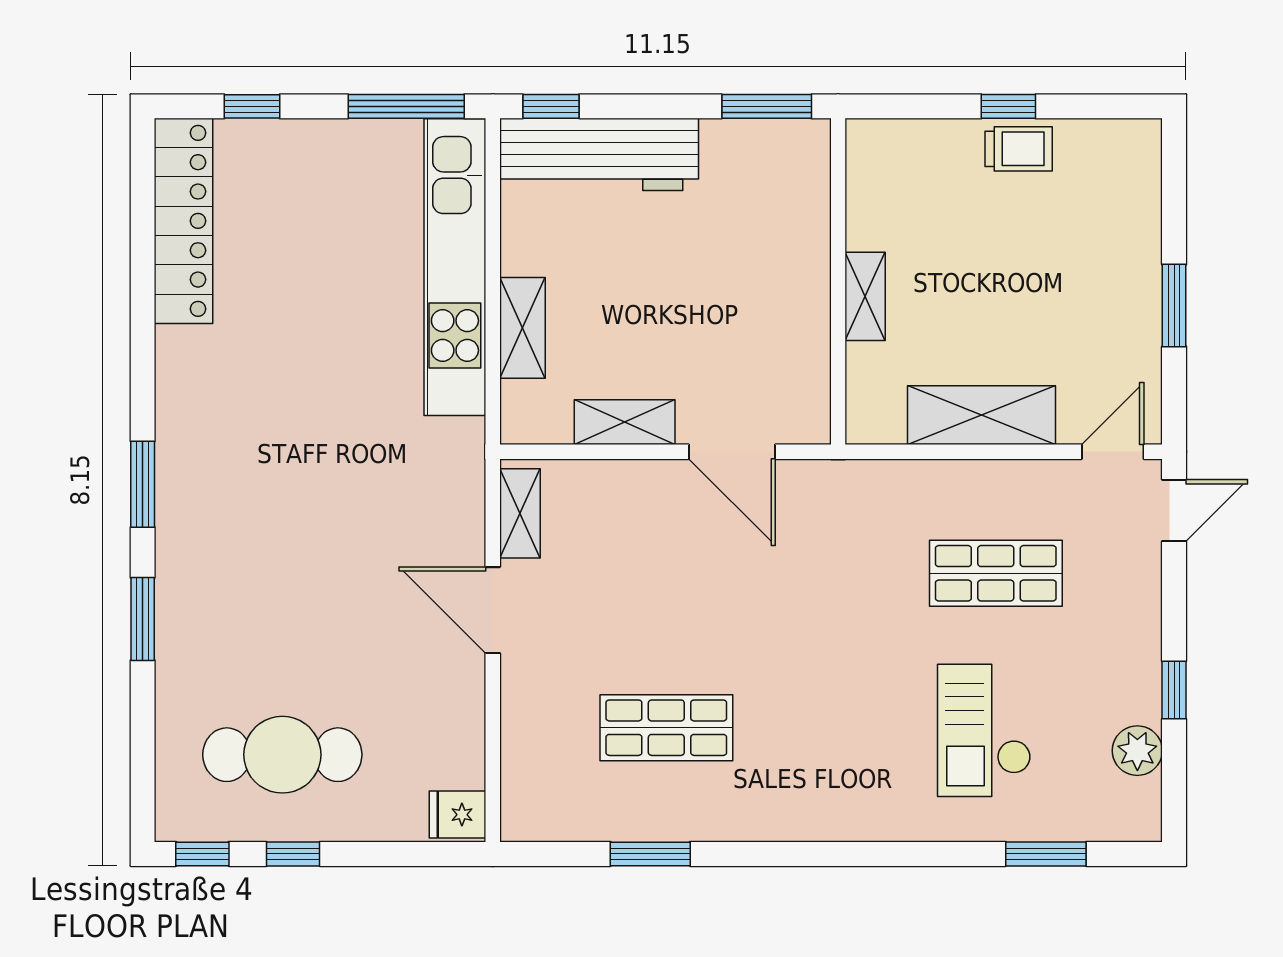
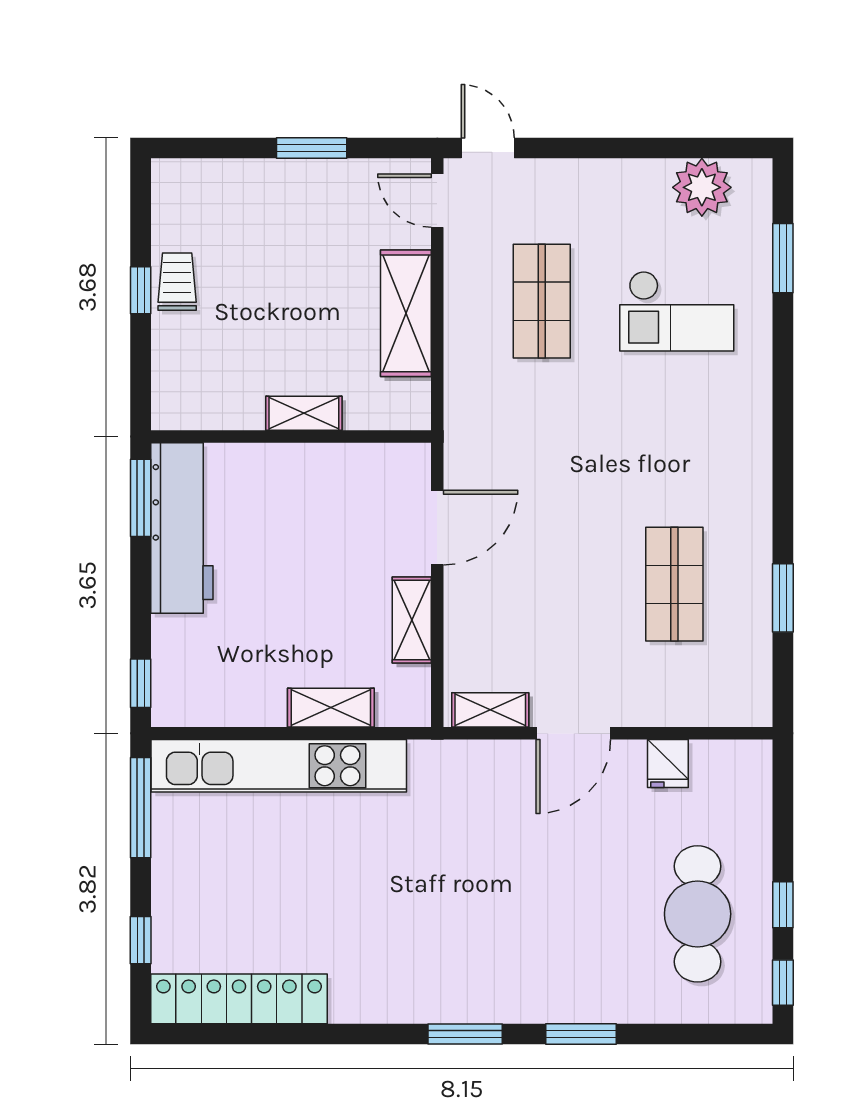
workbench: (599, 154) -> (182, 528), moved
window: (1174, 690) -> (642, 148), removed
plant: (1137, 751) -> (702, 187), width x1.36, depth x1.36
fridge: (457, 815) -> (668, 764), moved

